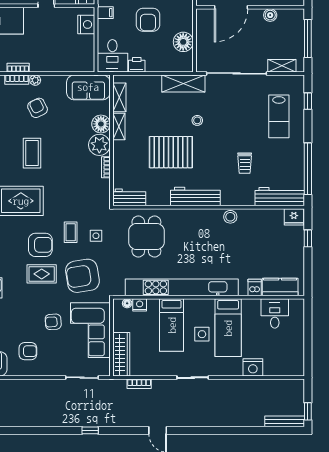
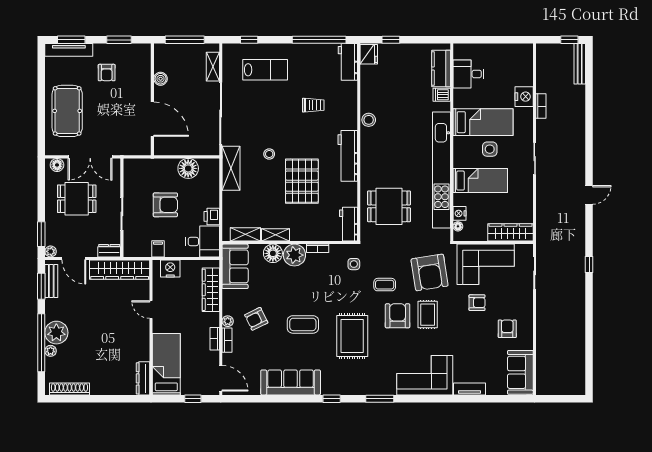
wardrobe: (66, 64) -> (211, 290), added
workbench: (280, 197) -> (348, 62), width x0.73
side table: (96, 236) -> (354, 264), moved
armchair: (53, 322) -> (477, 303), turned -86
bookcase: (139, 384) -> (541, 106), moved

